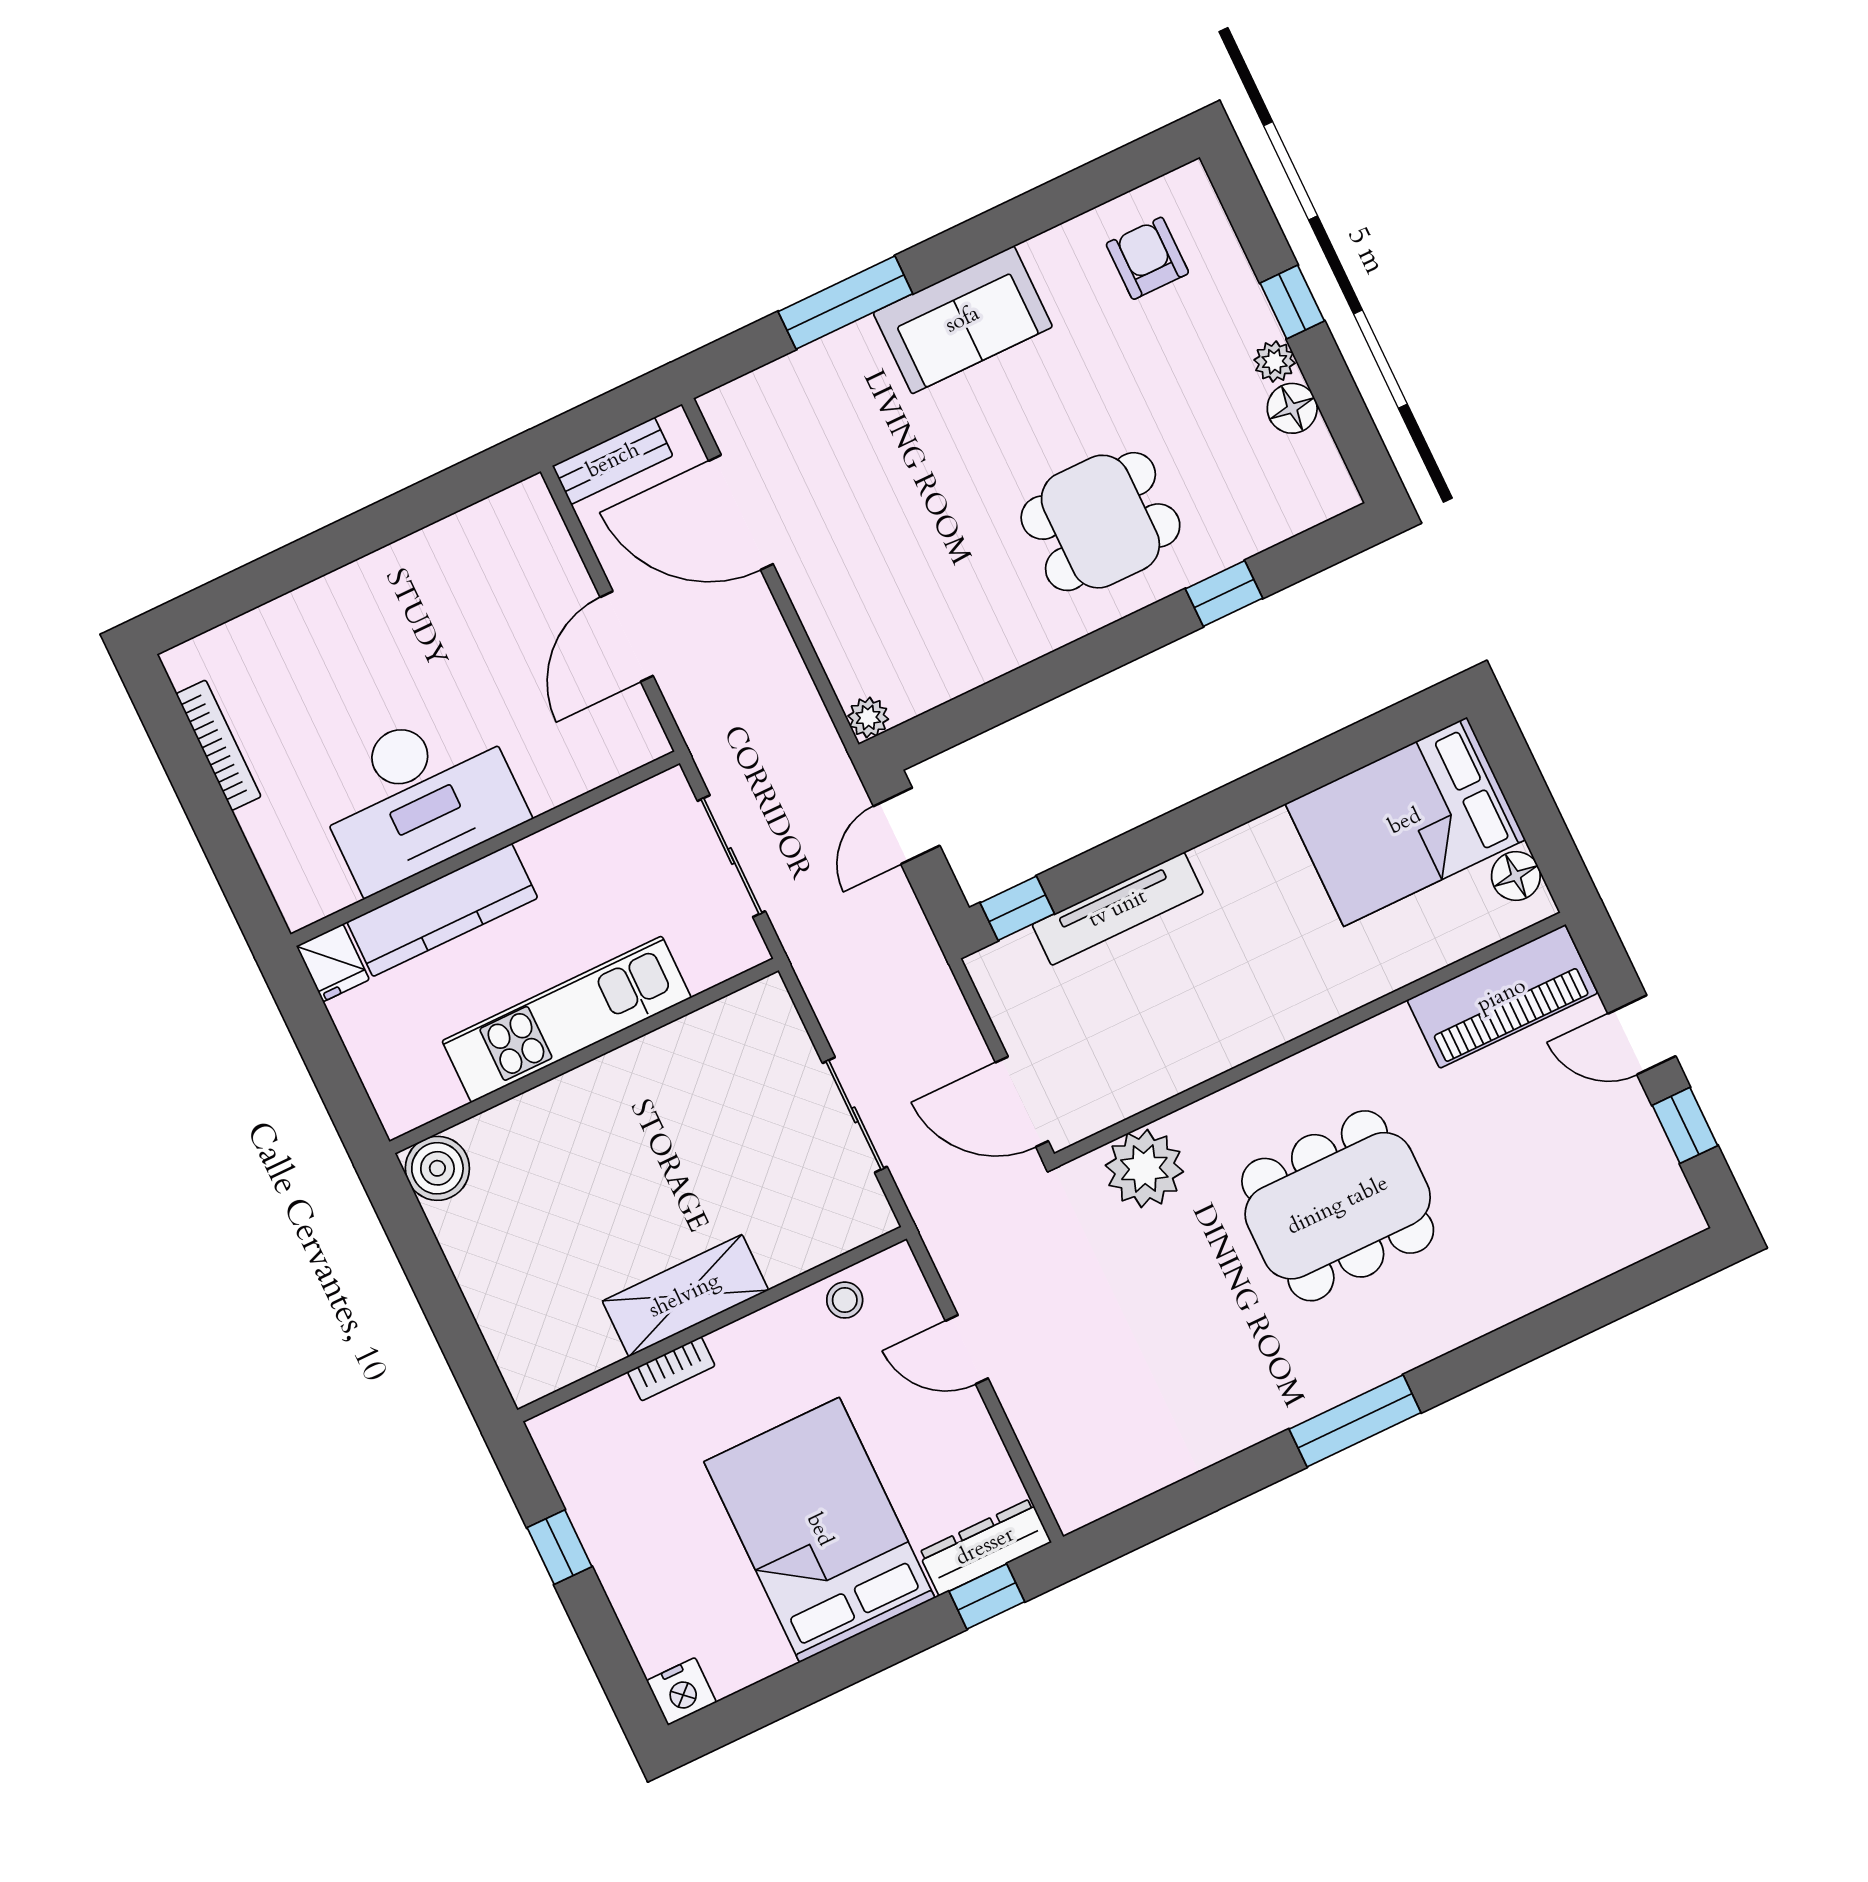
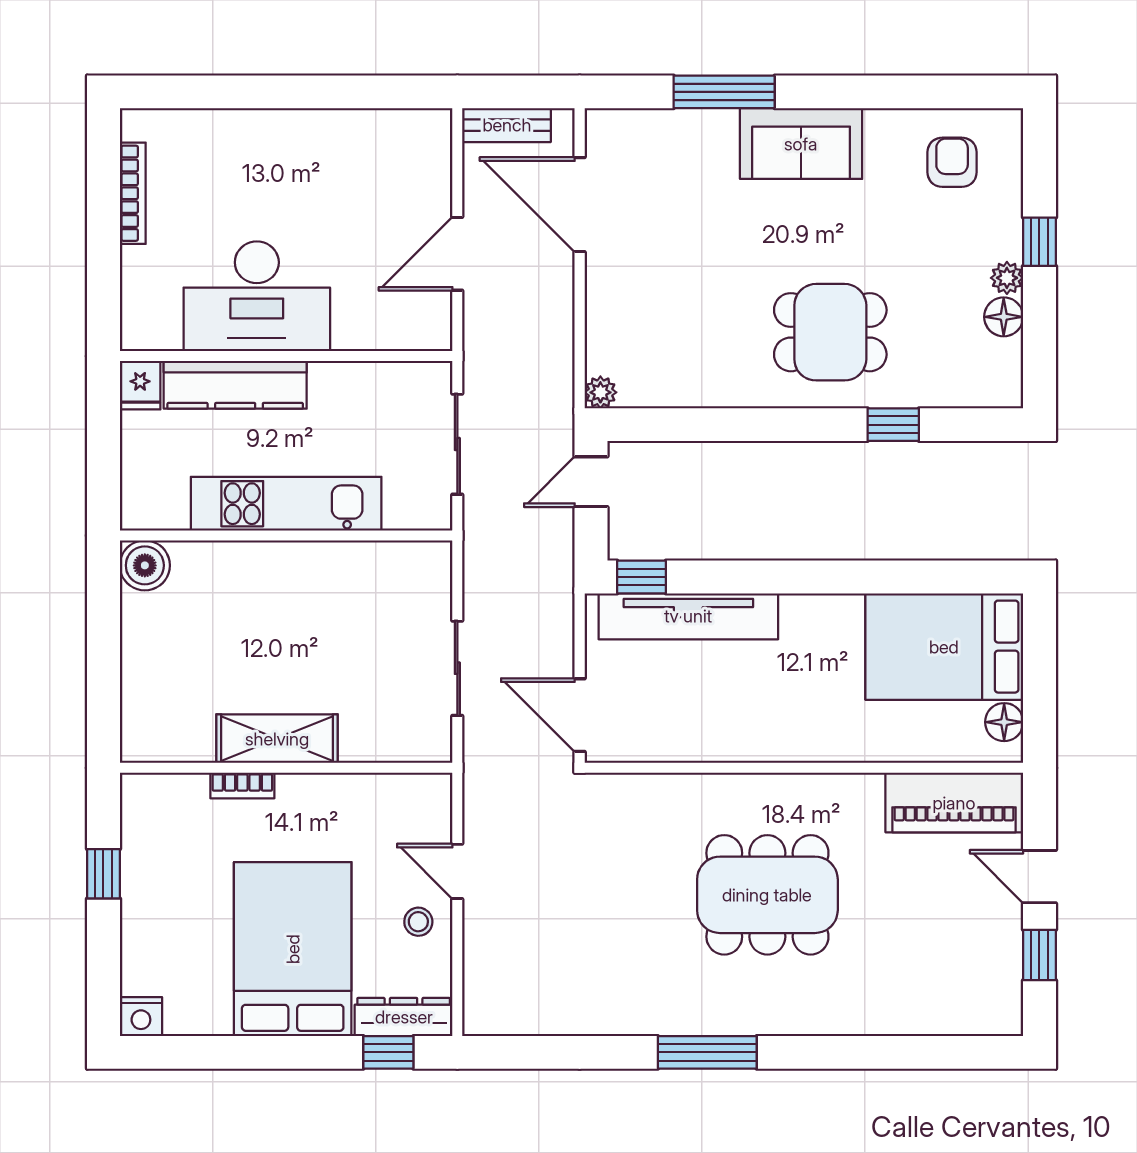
tv unit: (1118, 909) -> (688, 616), width x1.36, depth x1.29
plant: (1144, 1168) -> (644, 803), removed
stool: (845, 1300) -> (418, 922), moved

